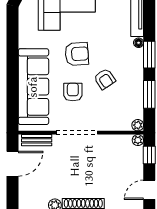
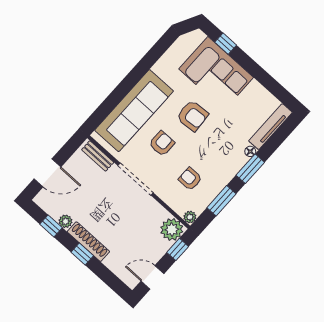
armchair: (105, 79) -> (190, 179), moved, turned 124
plant: (138, 140) -> (172, 230), width x1.87, depth x1.87
door: (13, 164) -> (47, 173), moved

